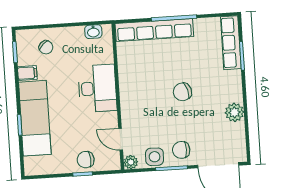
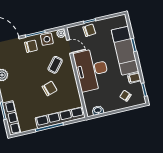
desk: (97, 88) -> (92, 70), width x1.36, depth x1.30
chair: (182, 92) -> (50, 88), moved
coffee table: (148, 114) -> (55, 65), added

